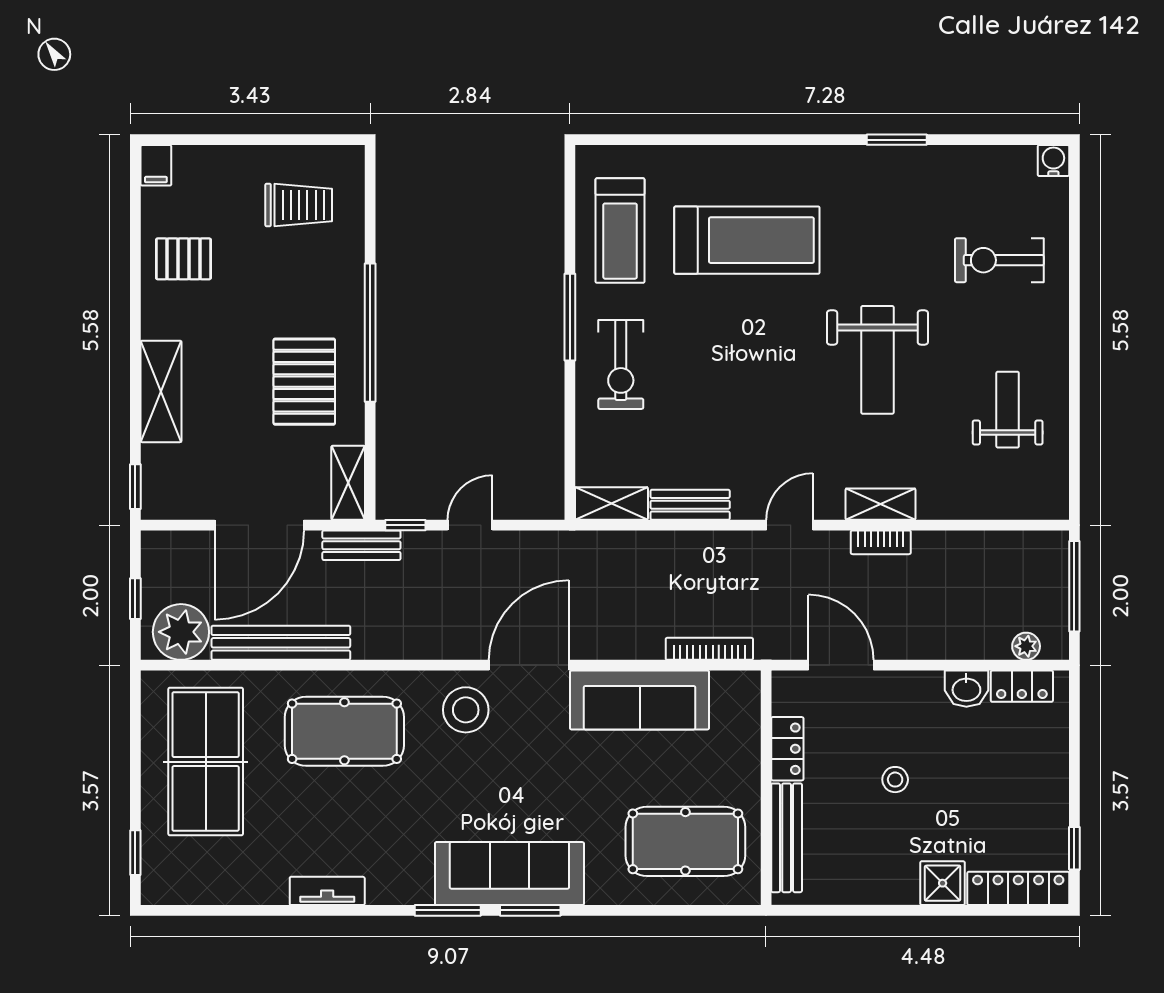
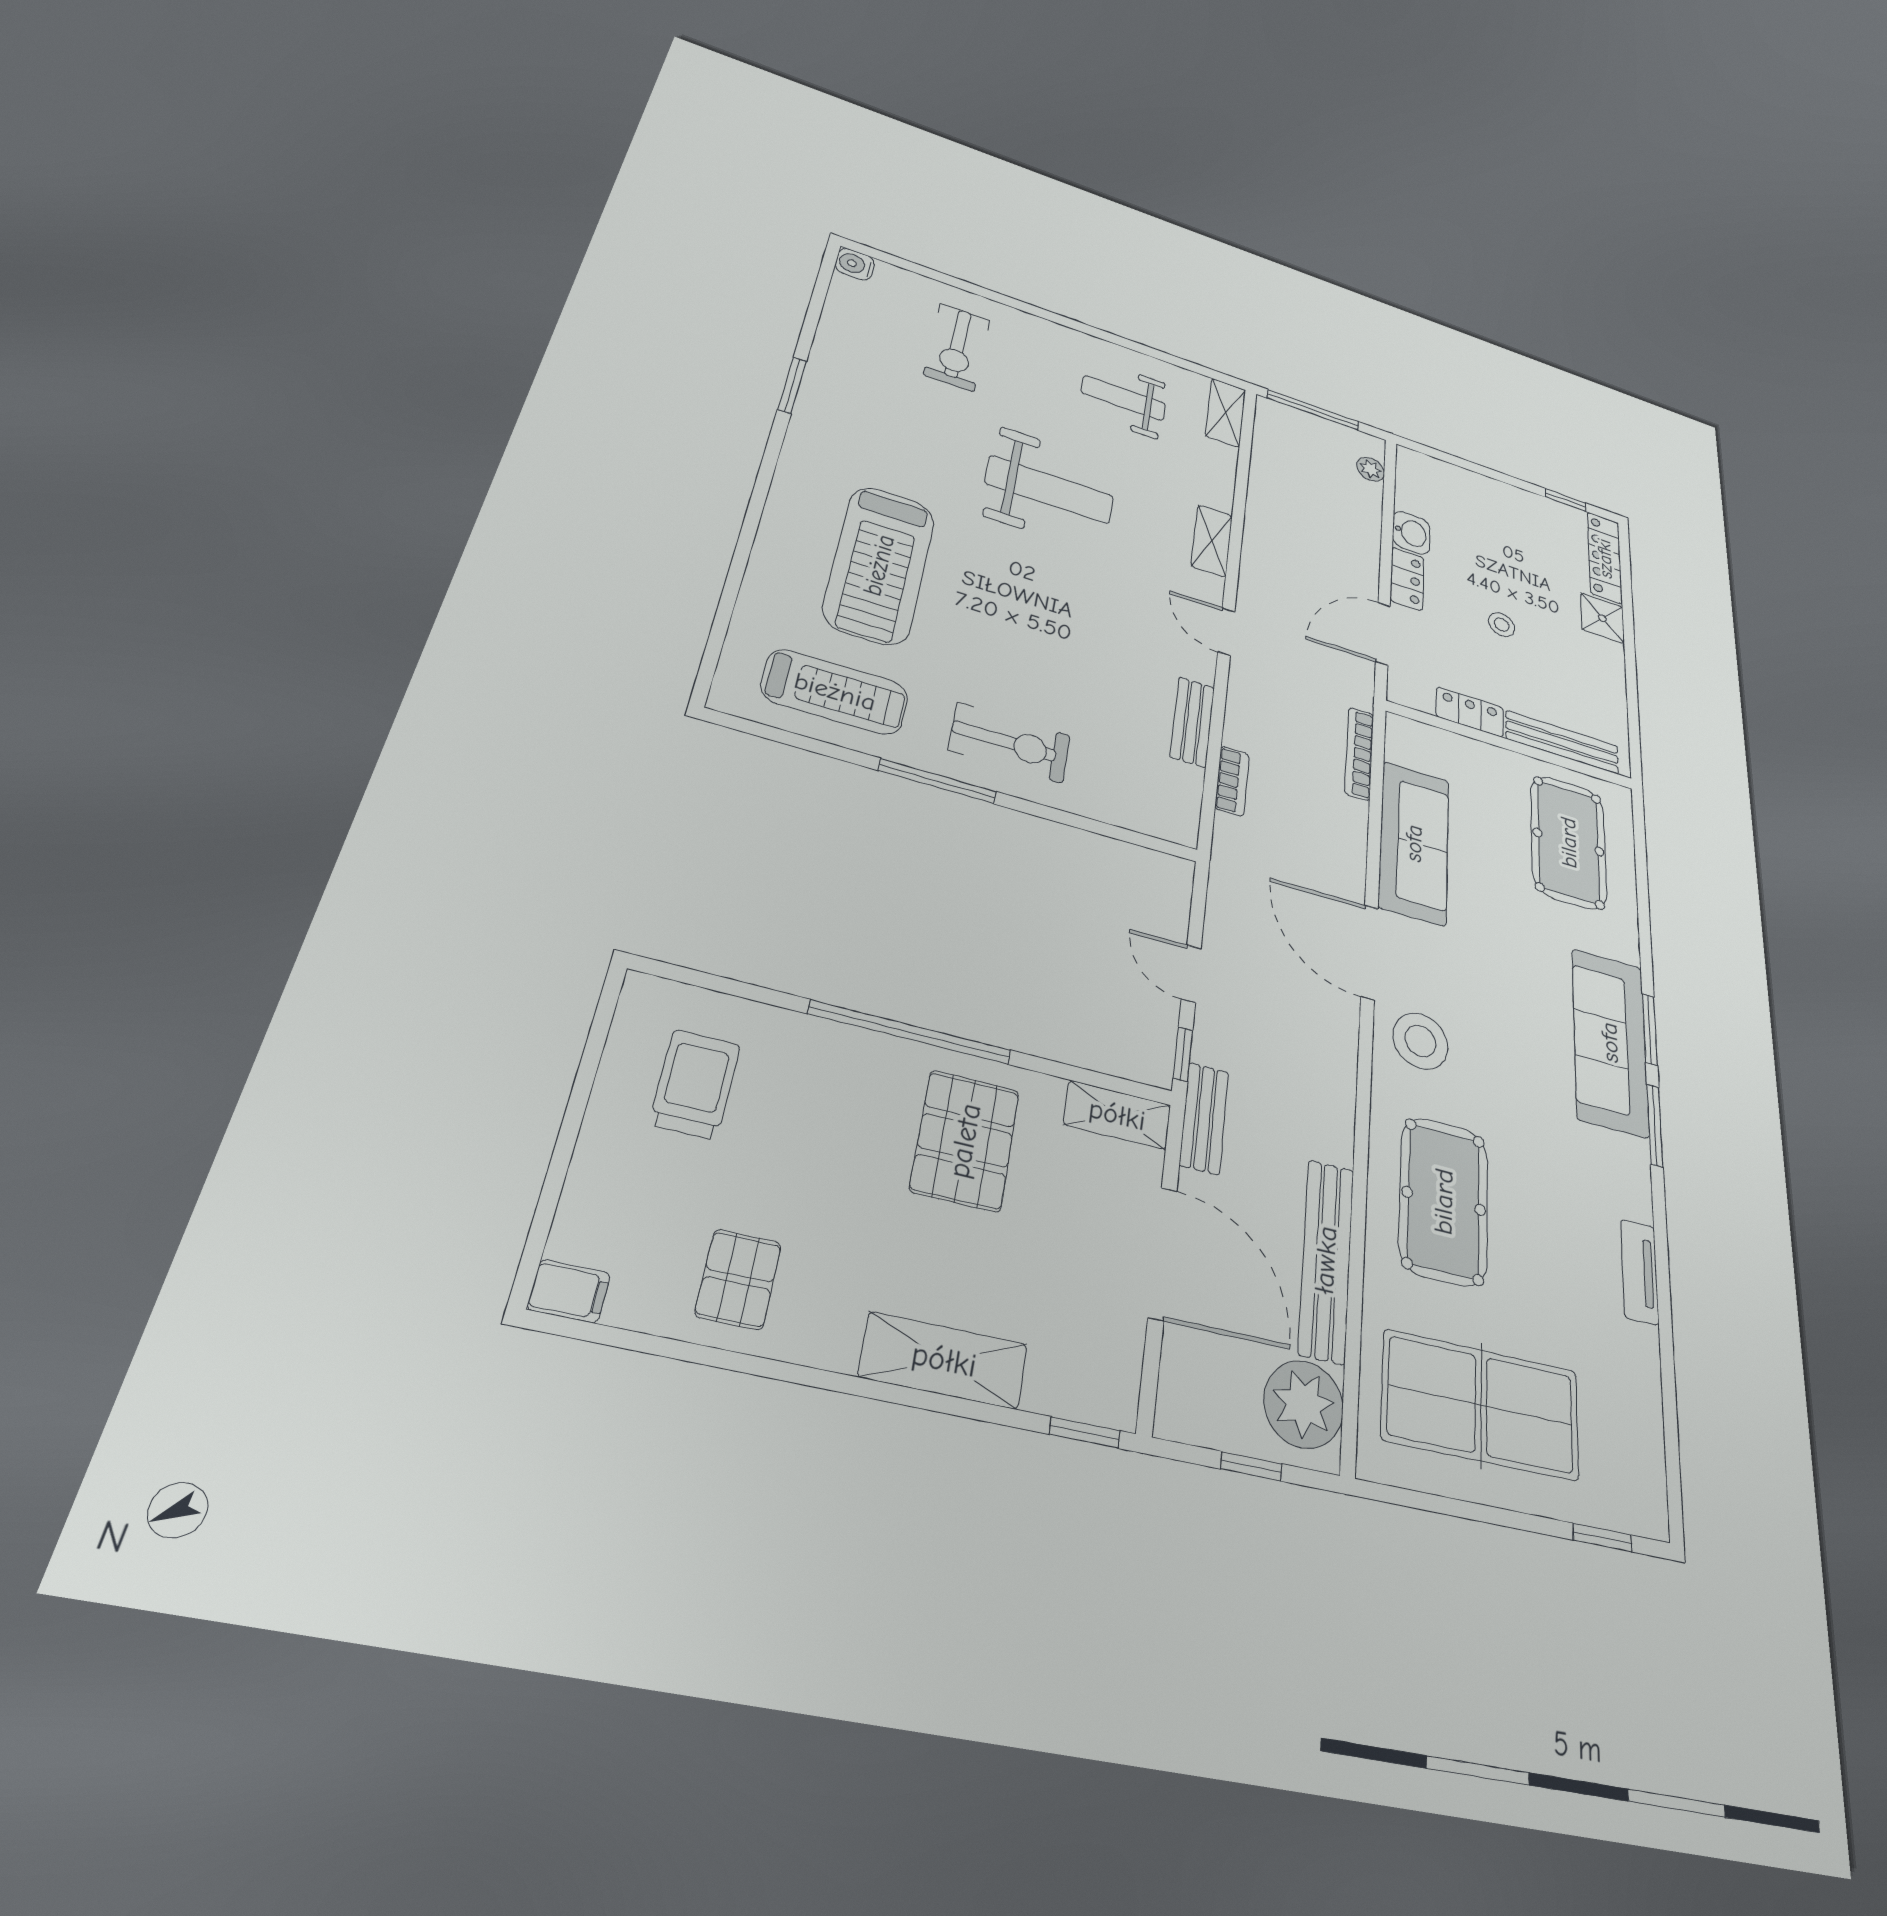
treadmill: (747, 240) -> (879, 565), turned 180
pallet: (304, 382) -> (965, 1140), turned 90
shelving: (611, 503) -> (1226, 413), moved
bookcase: (881, 542) -> (1232, 781), moved
locker: (1022, 686) -> (1407, 579), moved

